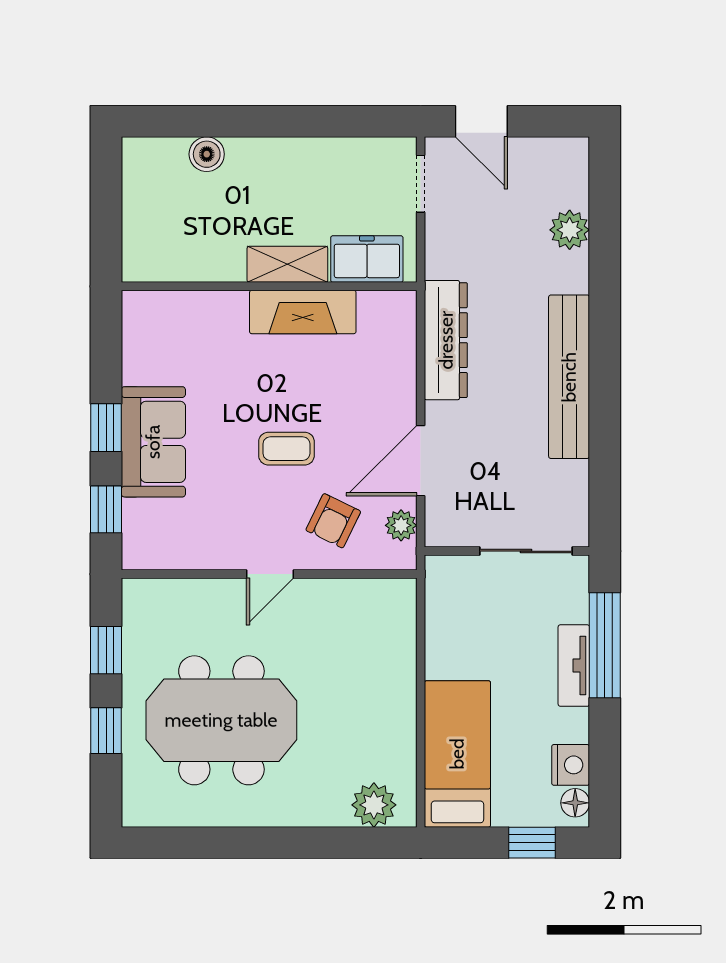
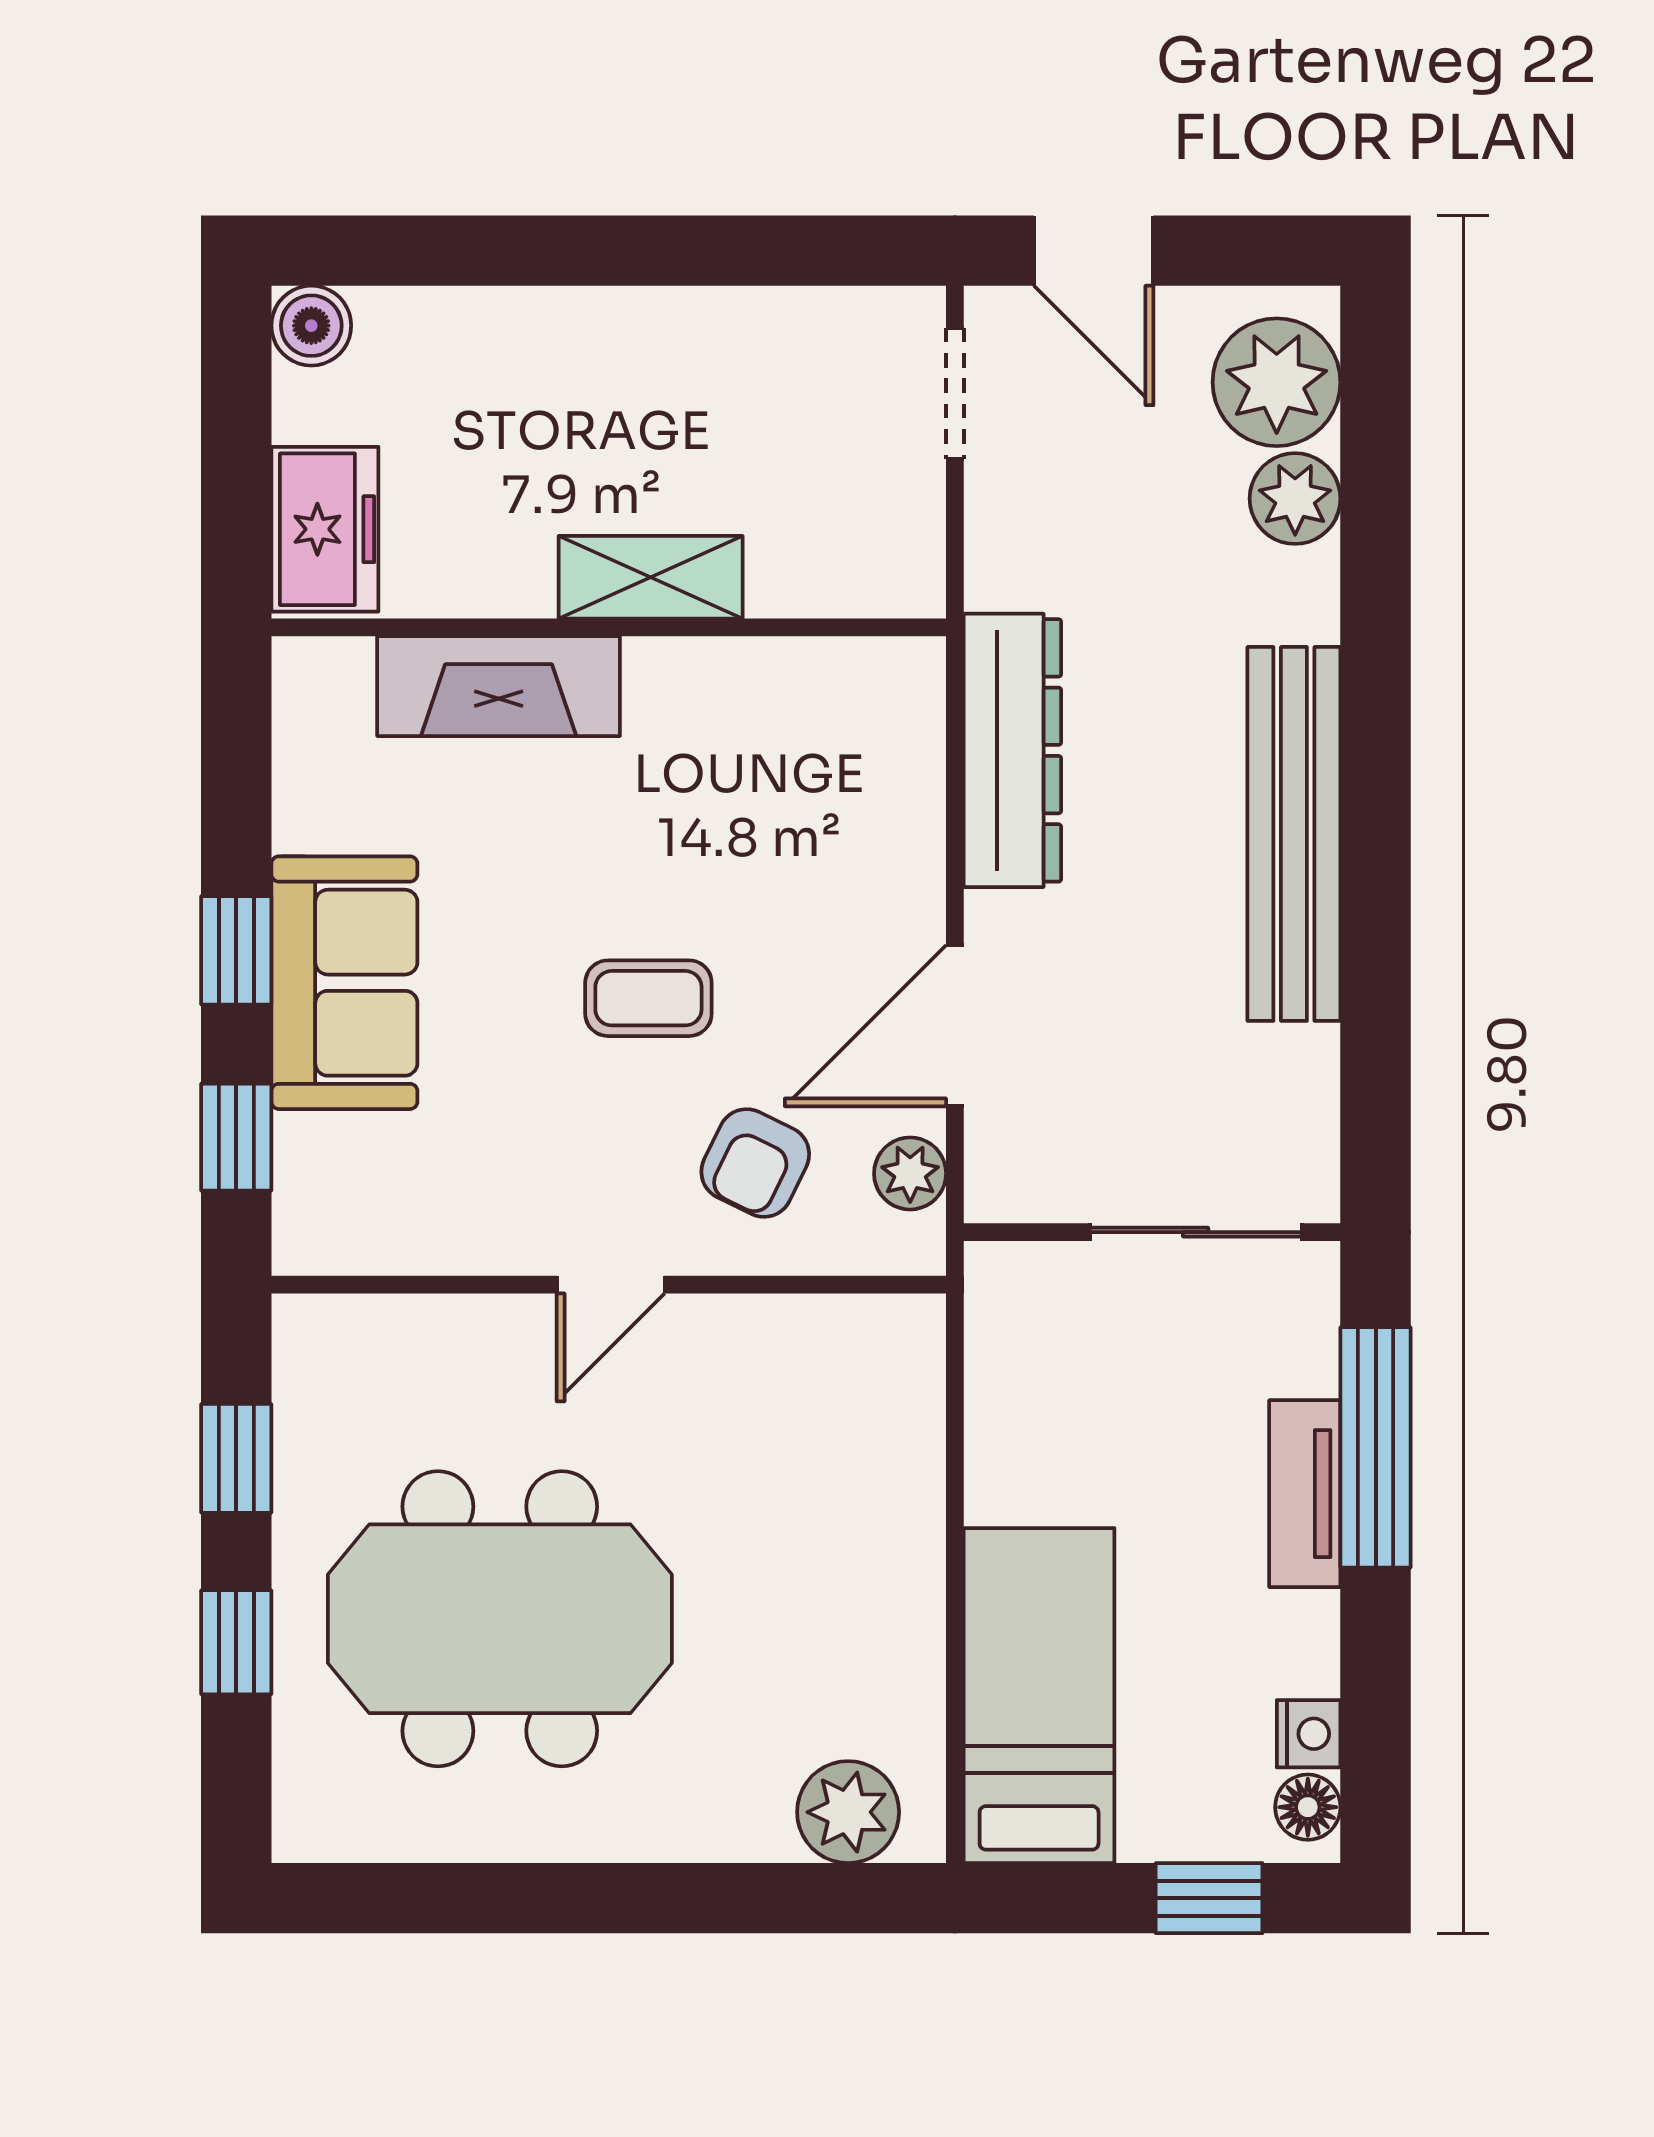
boiler: (207, 154) -> (311, 326), moved
plant: (561, 179) -> (1277, 382), added
freezer: (367, 259) -> (325, 529), moved, turned 90
fireplace: (303, 312) -> (499, 686), moved
nightstand: (571, 765) -> (1309, 1734), width x0.72, depth x0.74

